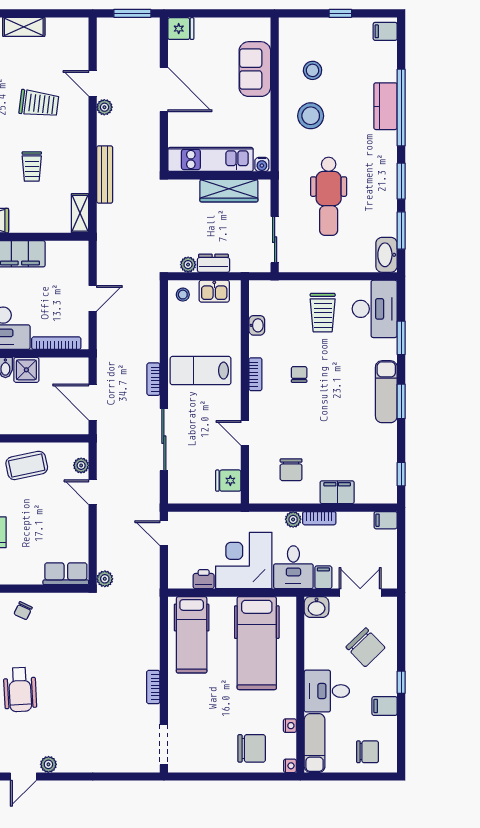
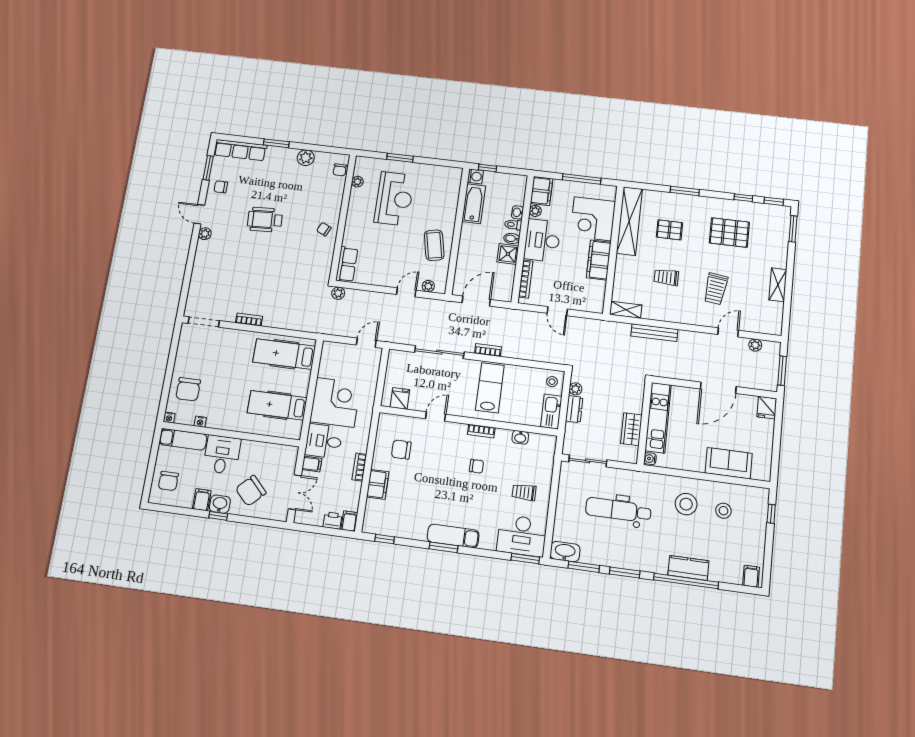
window: (340, 13) -> (771, 514), moved
plant: (104, 107) -> (755, 345), moved
wardrobe: (229, 191) -> (631, 429), width x0.67
kitchen sink: (214, 291) -> (551, 411), width x1.38
trolley: (323, 313) -> (524, 492), width x0.73, depth x0.72
window: (401, 338) -> (525, 559), moved
plant: (293, 519) -> (361, 446), removed
printer: (204, 579) -> (333, 520), moved, turned -90
washbasin: (317, 607) -> (220, 504), moved, turned 90
hospital bed: (257, 643) -> (277, 405), width x0.73, depth x0.78

